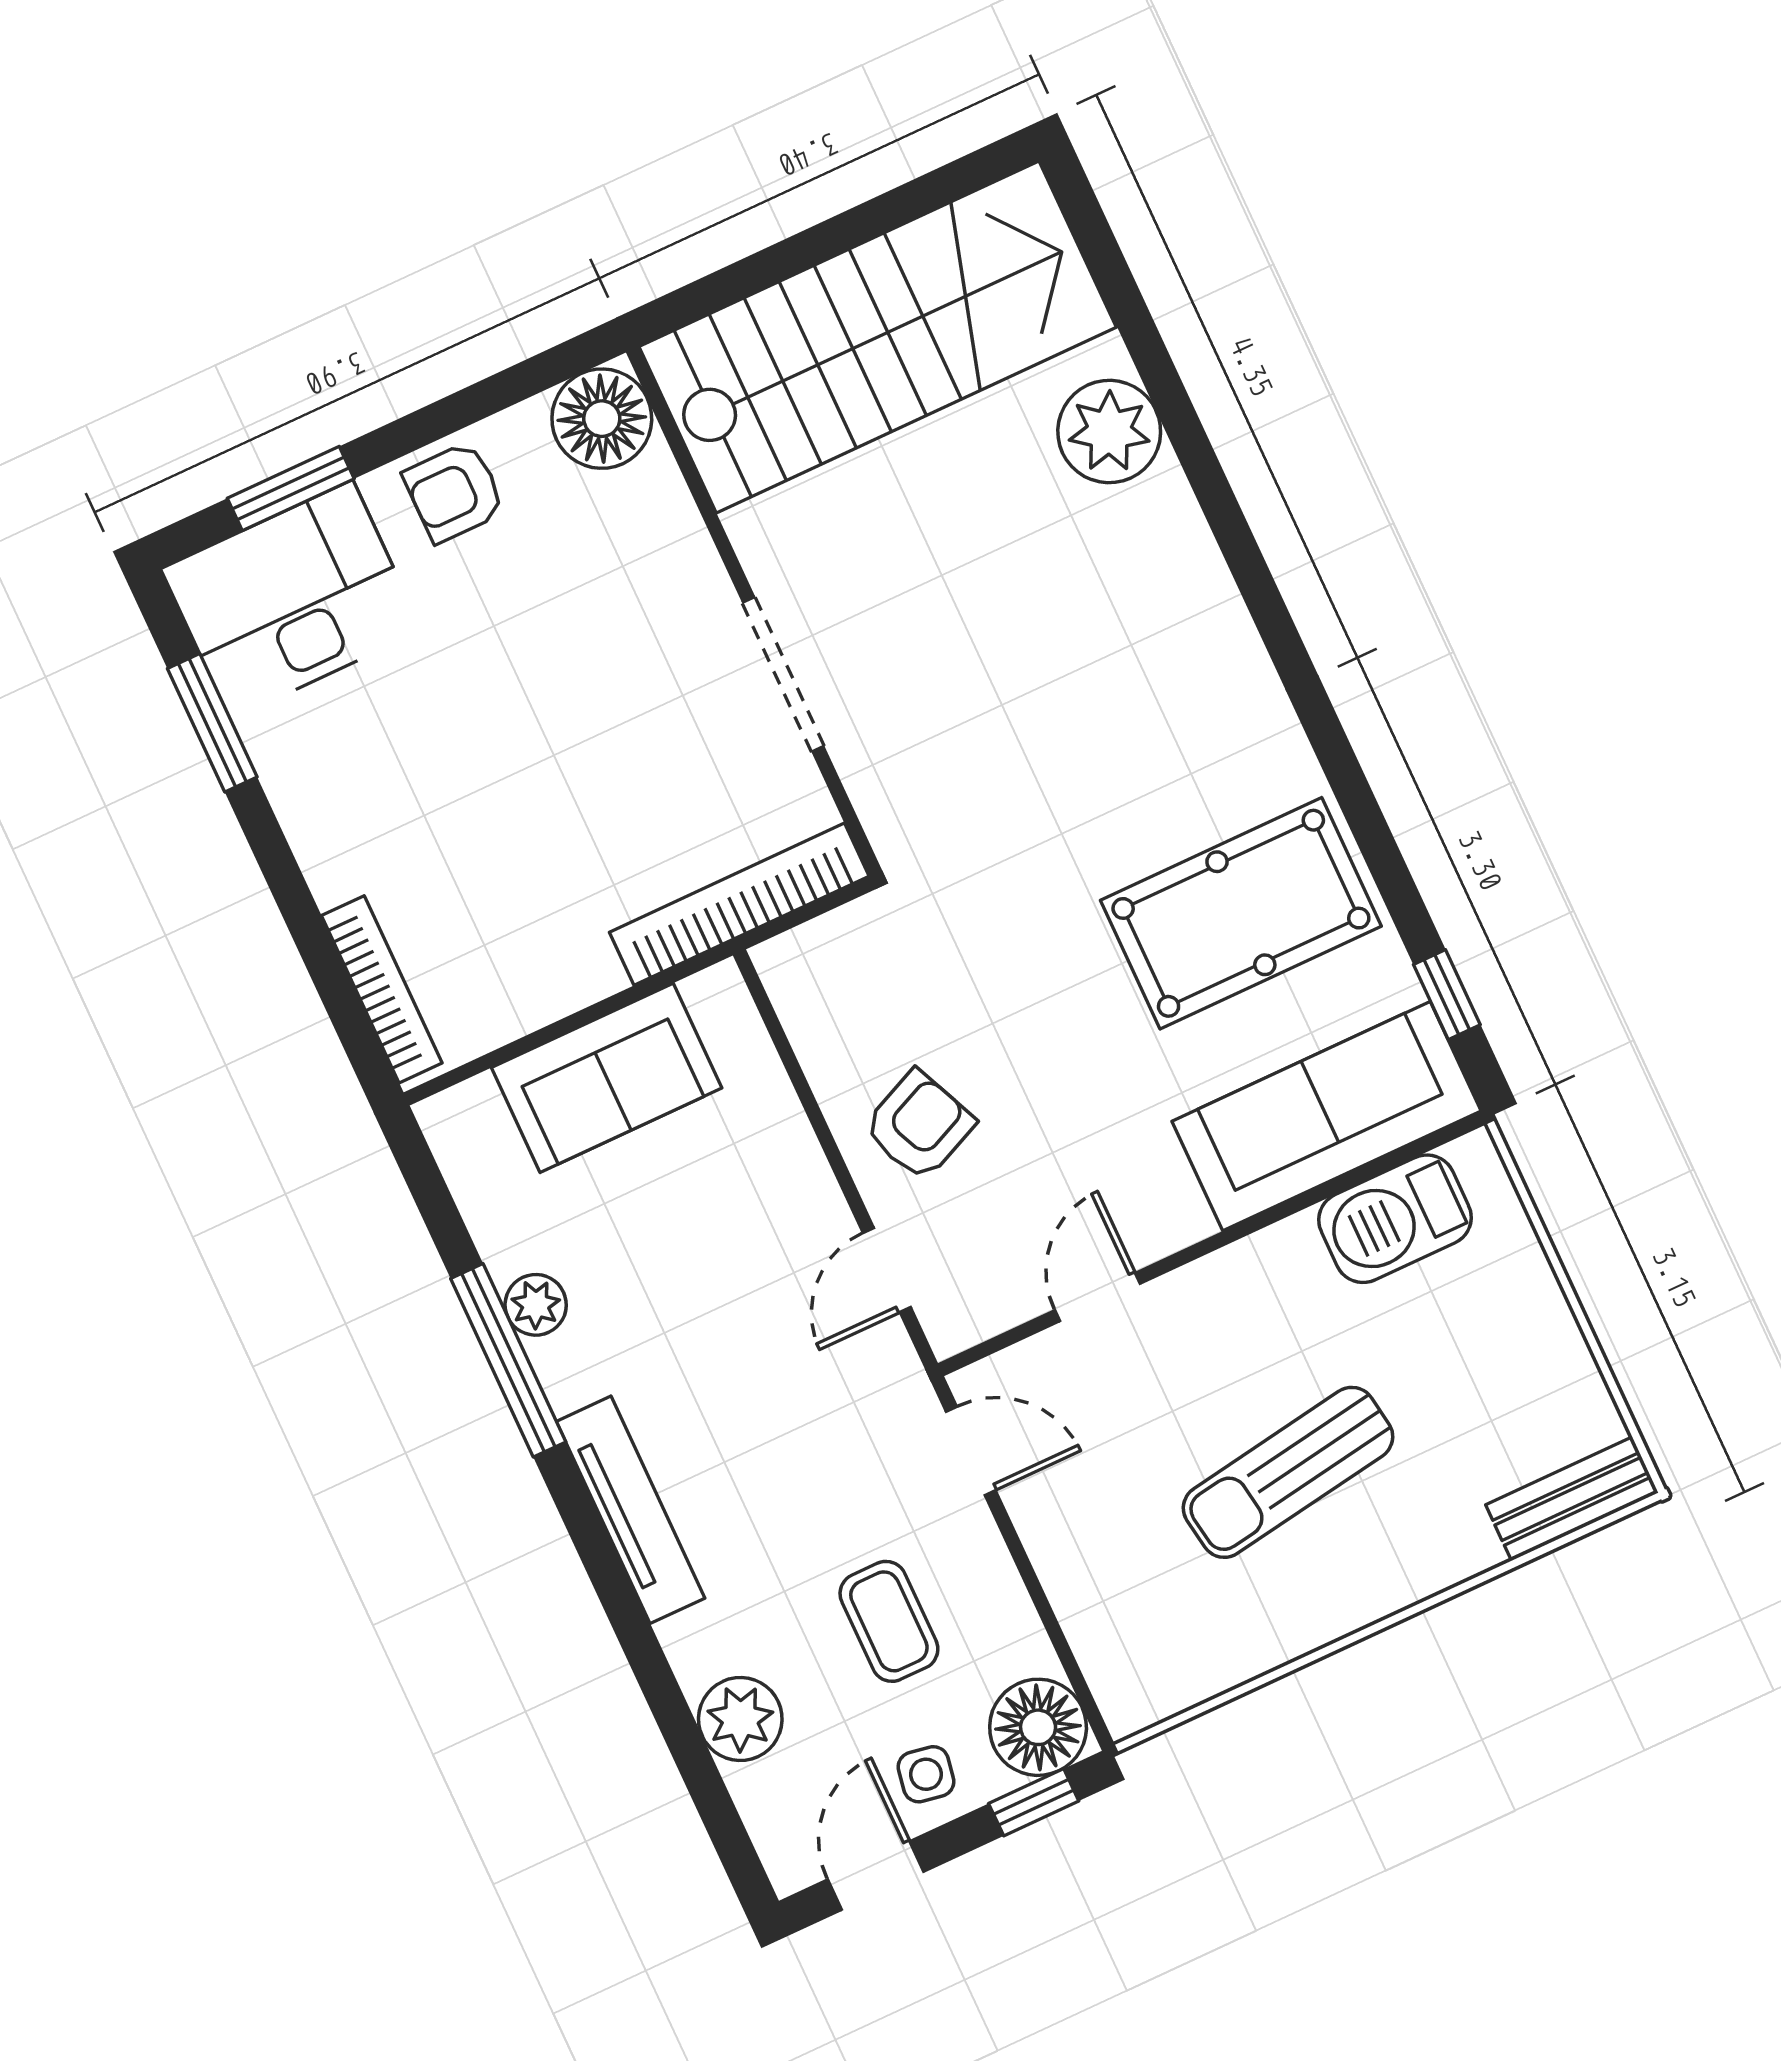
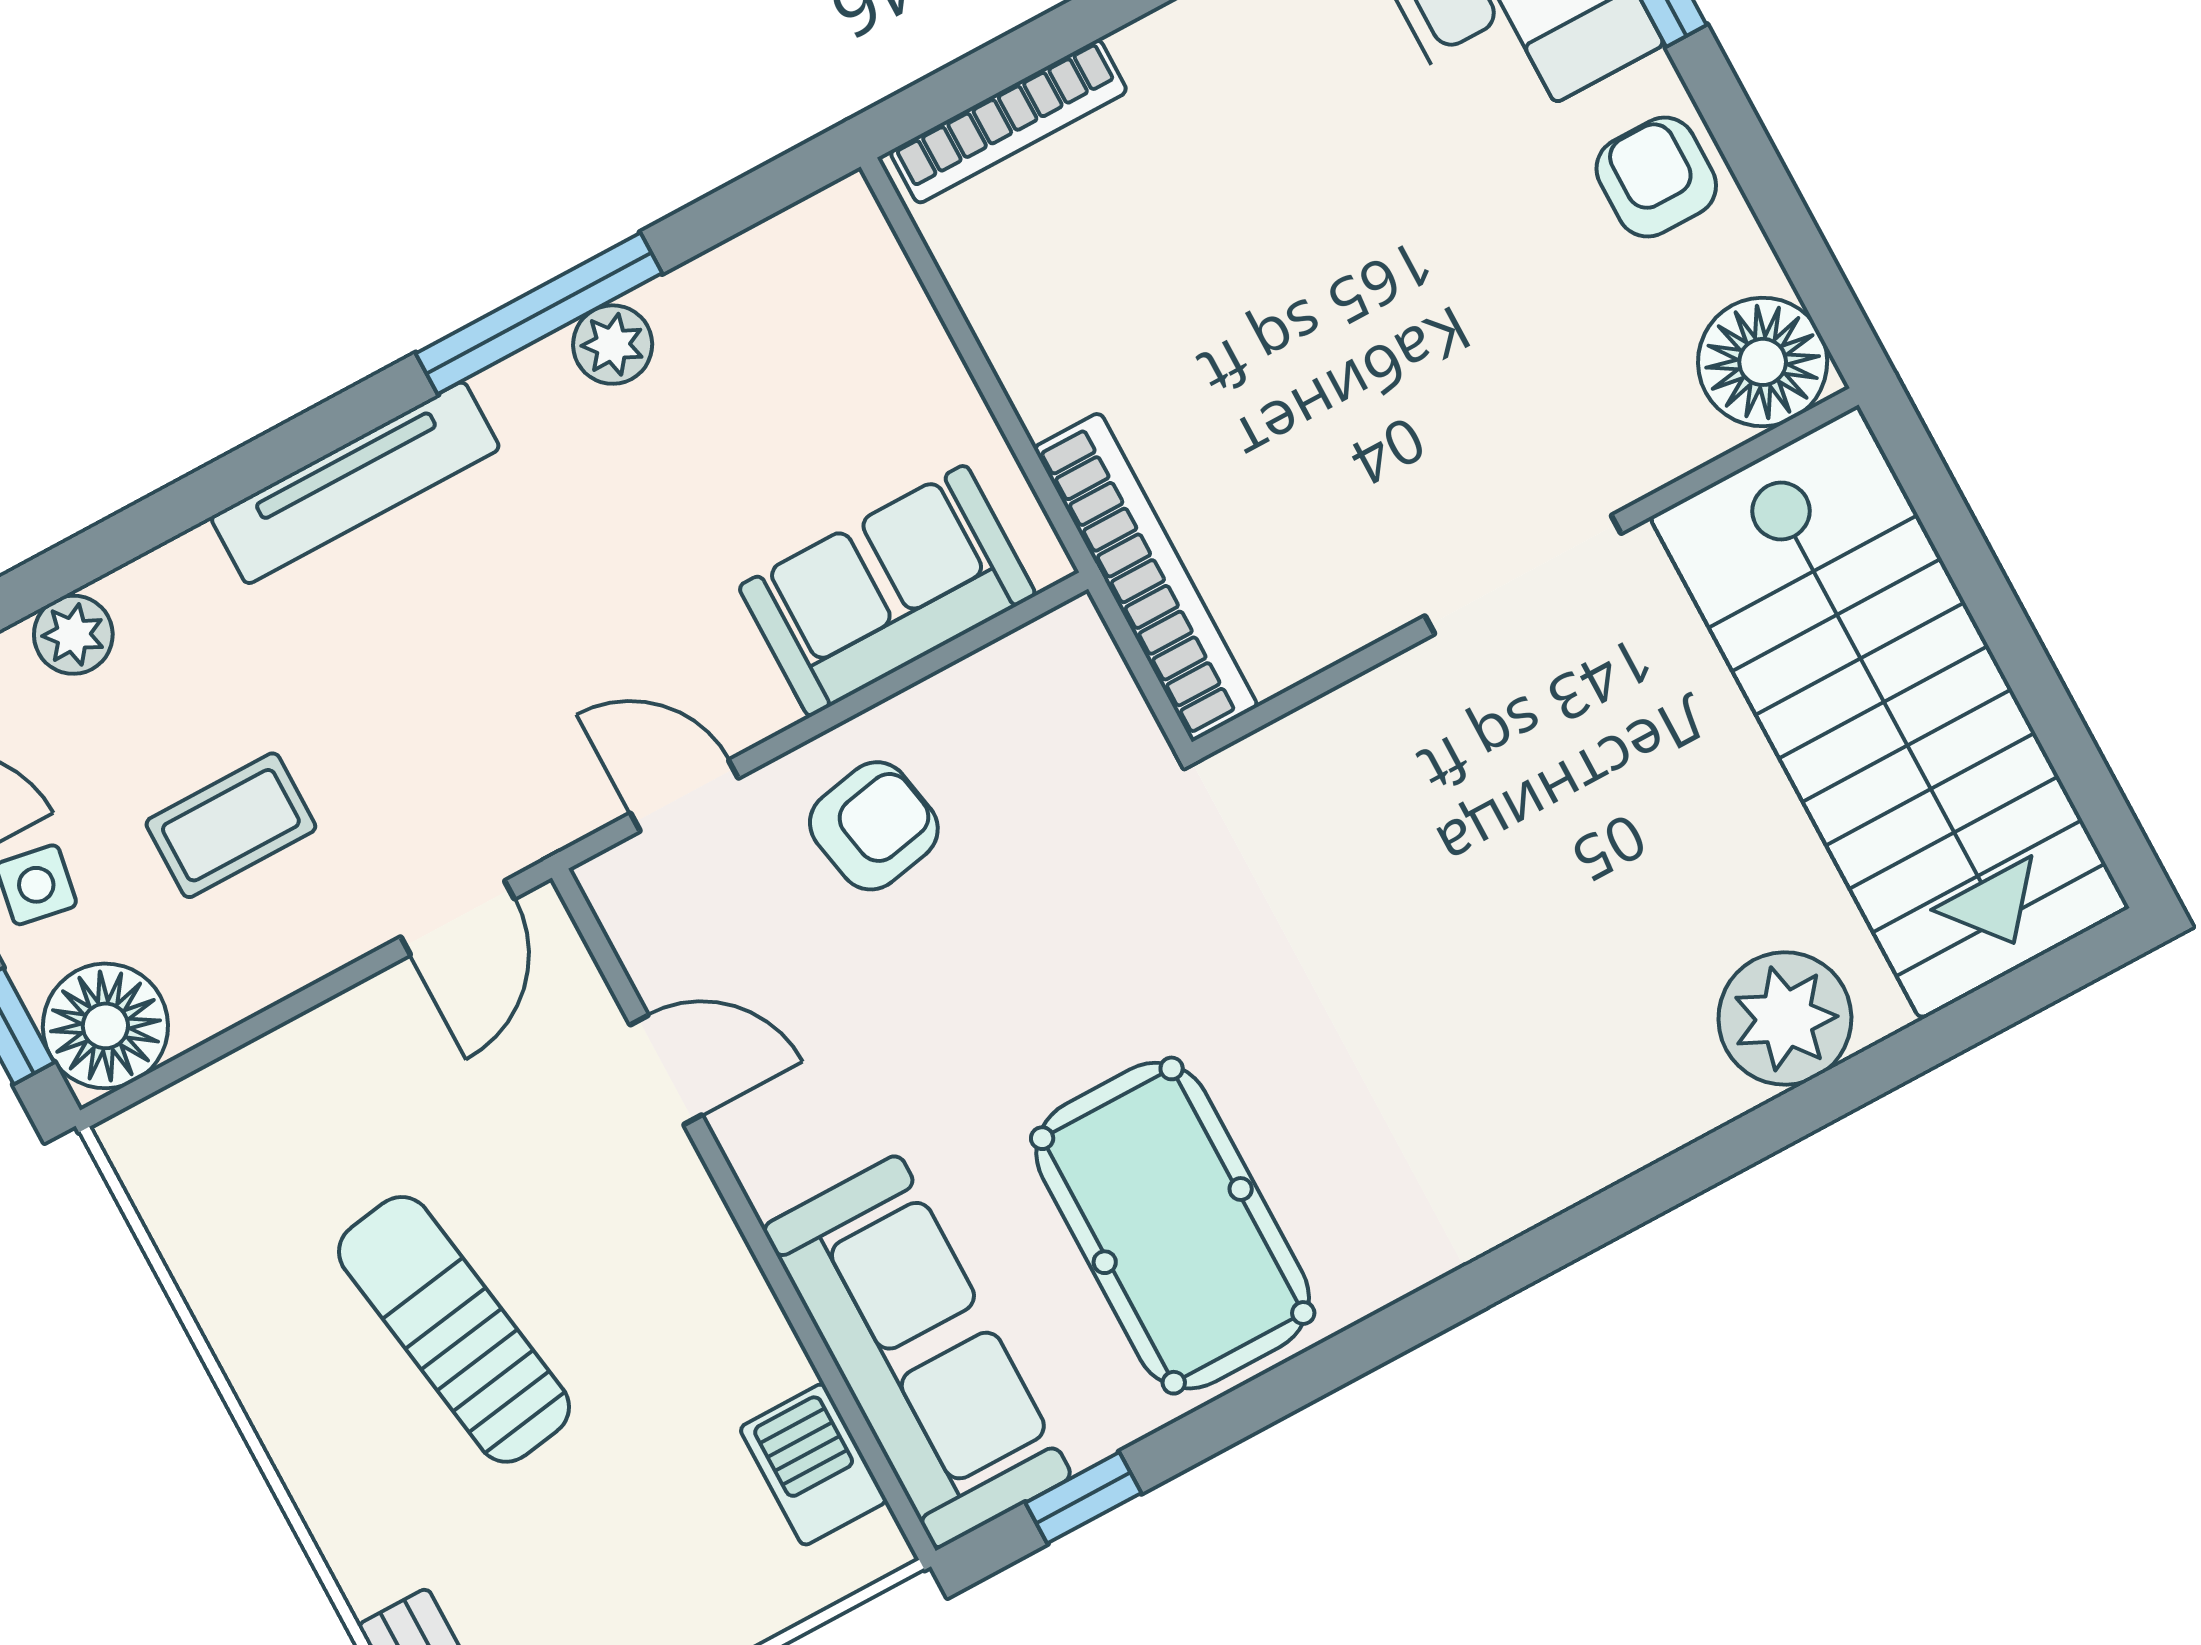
doorway: (783, 674) -> (1523, 575), moved
sofa: (607, 1078) -> (887, 591), moved, turned 90
armchair: (919, 1125) -> (874, 826), turned -77
barbecue: (1395, 1219) -> (813, 1465), width x0.73, depth x0.79
plant: (740, 1719) -> (73, 635), width x0.73, depth x0.73

